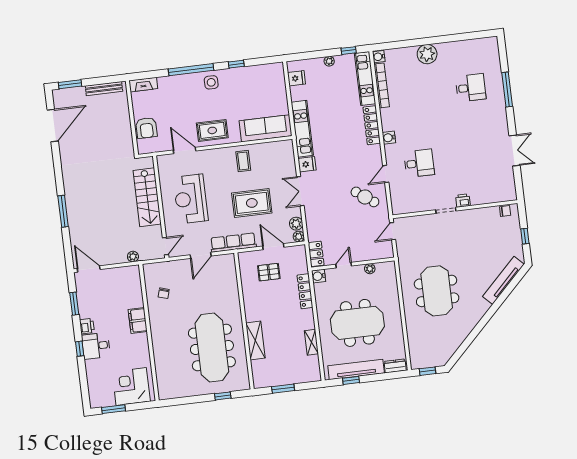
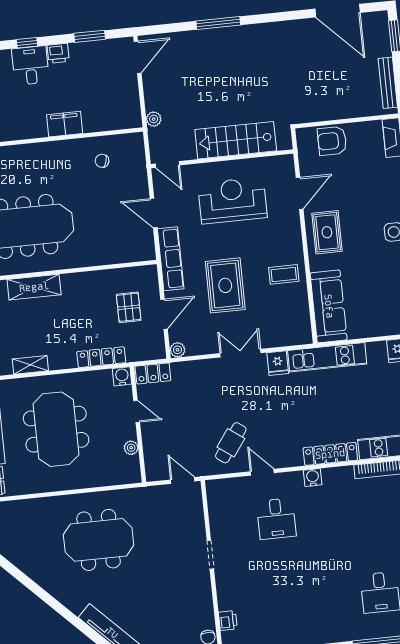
printer: (463, 200) -> (228, 620), moved
plant: (296, 224) -> (195, 346), removed

